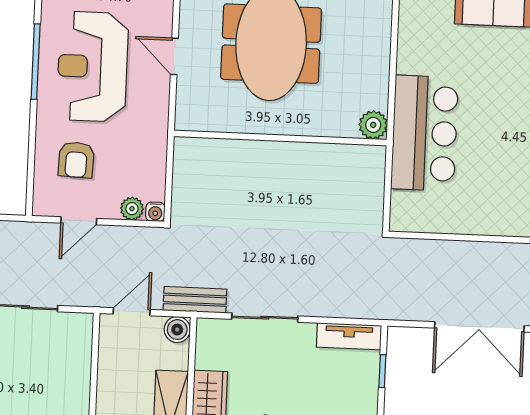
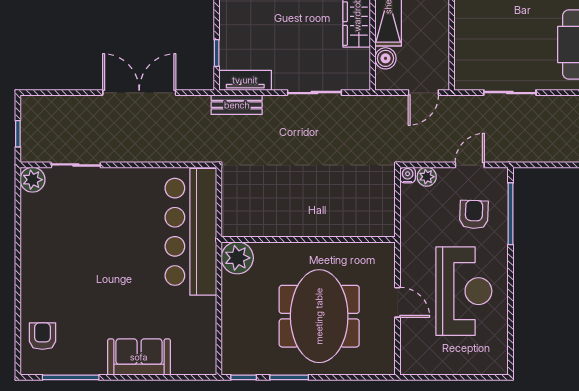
window: (36, 62) -> (511, 214), moved
plant: (373, 125) -> (237, 258), width x1.36, depth x1.36
bar counter: (424, 133) -> (191, 232), width x1.36
bench: (195, 300) -> (237, 105), moved
boiler: (177, 330) -> (386, 58), moved

